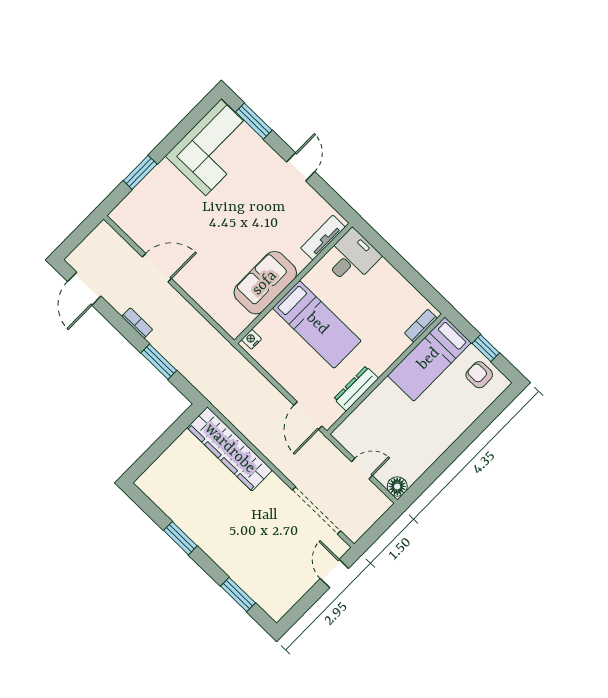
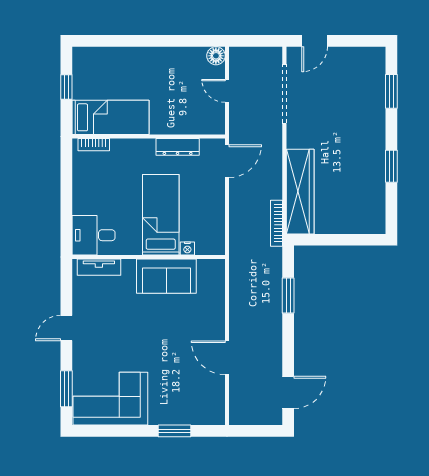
bookcase: (137, 323) -> (277, 223), moved, width x1.56
nightstand: (251, 339) -> (187, 248), moved
armchair: (479, 375) -> (88, 74), removed

